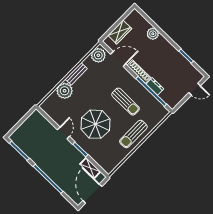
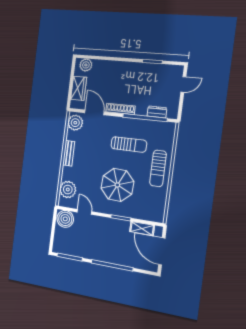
plant: (153, 34) -> (86, 65), moved
door: (118, 59) -> (94, 112), hinge flipped
dresser: (155, 86) -> (157, 112), moved
plant: (65, 91) -> (68, 190), moved
boiler: (37, 120) -> (65, 219), added
door: (63, 133) -> (84, 212), moved

